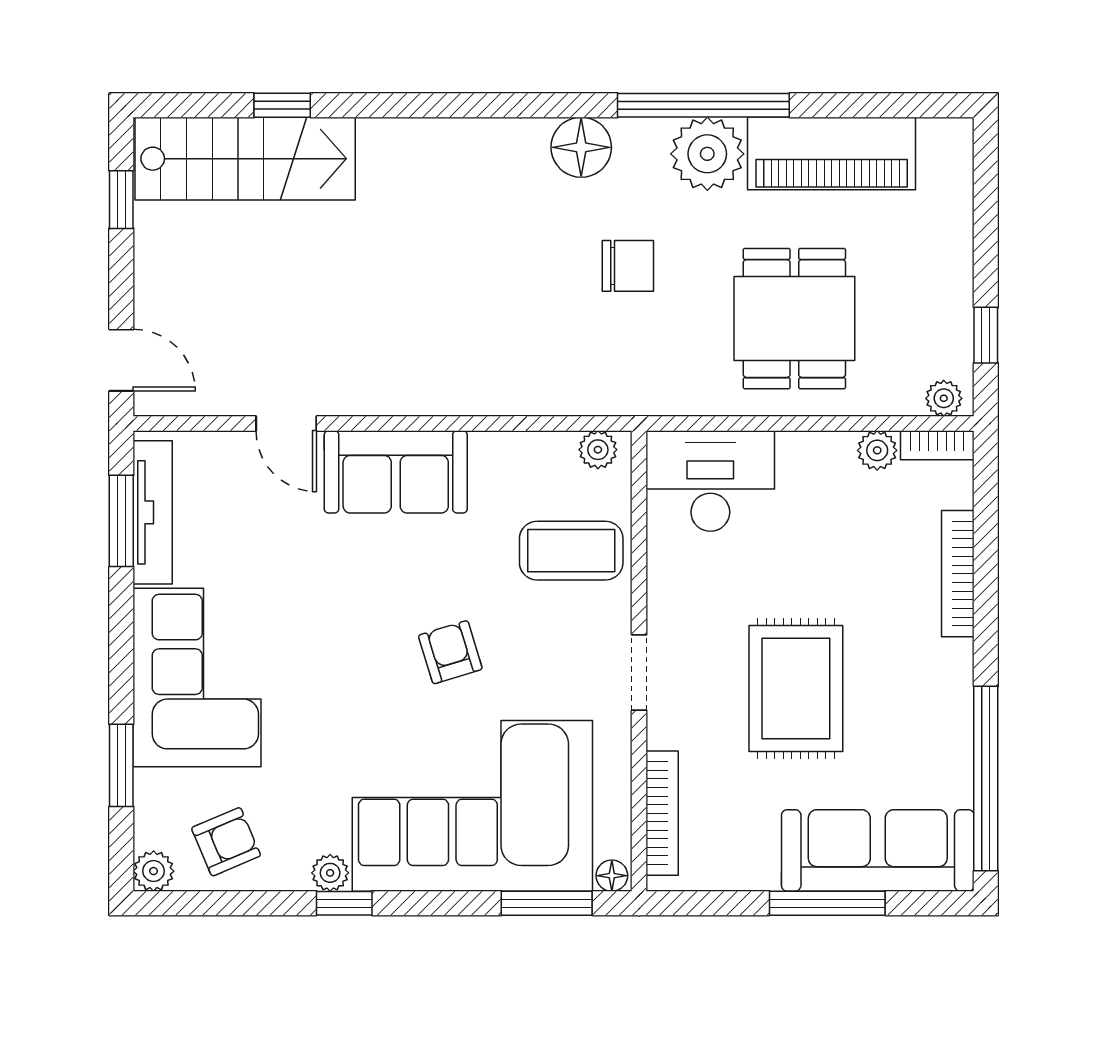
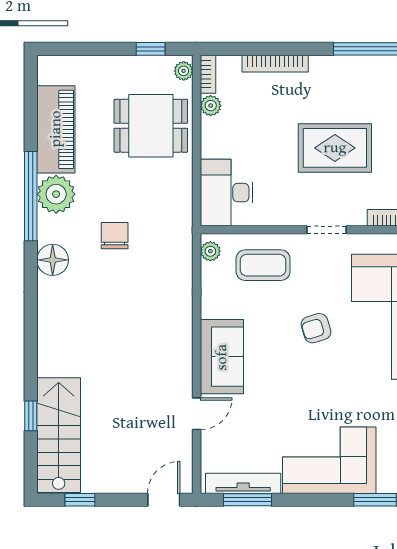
dining table: (794, 319) -> (151, 126), moved
coffee table: (571, 551) -> (263, 265), turned 90

